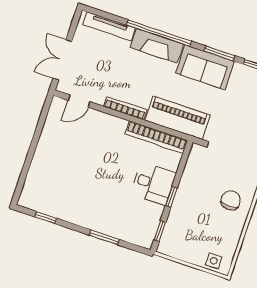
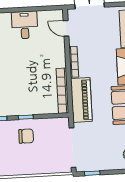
desk: (153, 184) -> (25, 25), moved, turned 180
chair: (231, 200) -> (26, 136), moved

